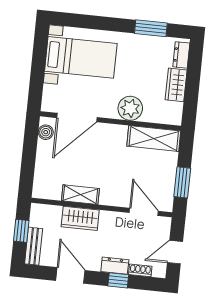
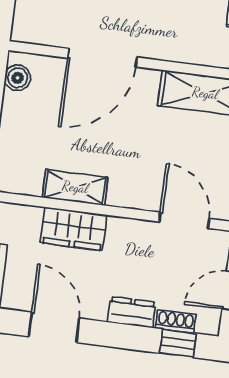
plant: (130, 108) -> (165, 40), removed
door: (77, 118) -> (102, 58), moved
window: (118, 280) -> (178, 343), moved

